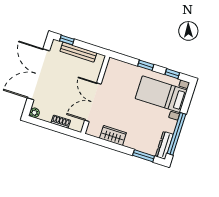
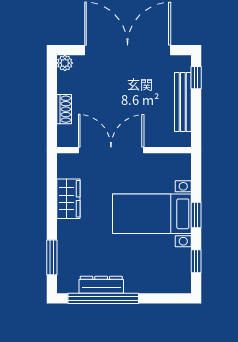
bed with nightstands: (161, 94) -> (152, 214), moved, turned -90
dresser: (164, 145) -> (101, 285), moved

